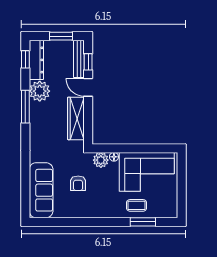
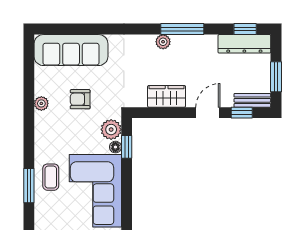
bench: (79, 59) -> (252, 100), width x0.73
plant: (40, 91) -> (163, 42), moved, width x0.53, depth x0.53
wardrobe: (76, 118) -> (167, 96), width x0.67
window: (114, 148) -> (127, 147), added
plant: (81, 212) -> (41, 103), added

